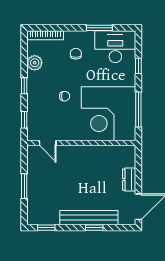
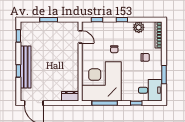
desk: (115, 47) -> (150, 90), width x0.73
door: (48, 143) -> (80, 37), swing flipped
dresser: (129, 180) -> (70, 96), moved

